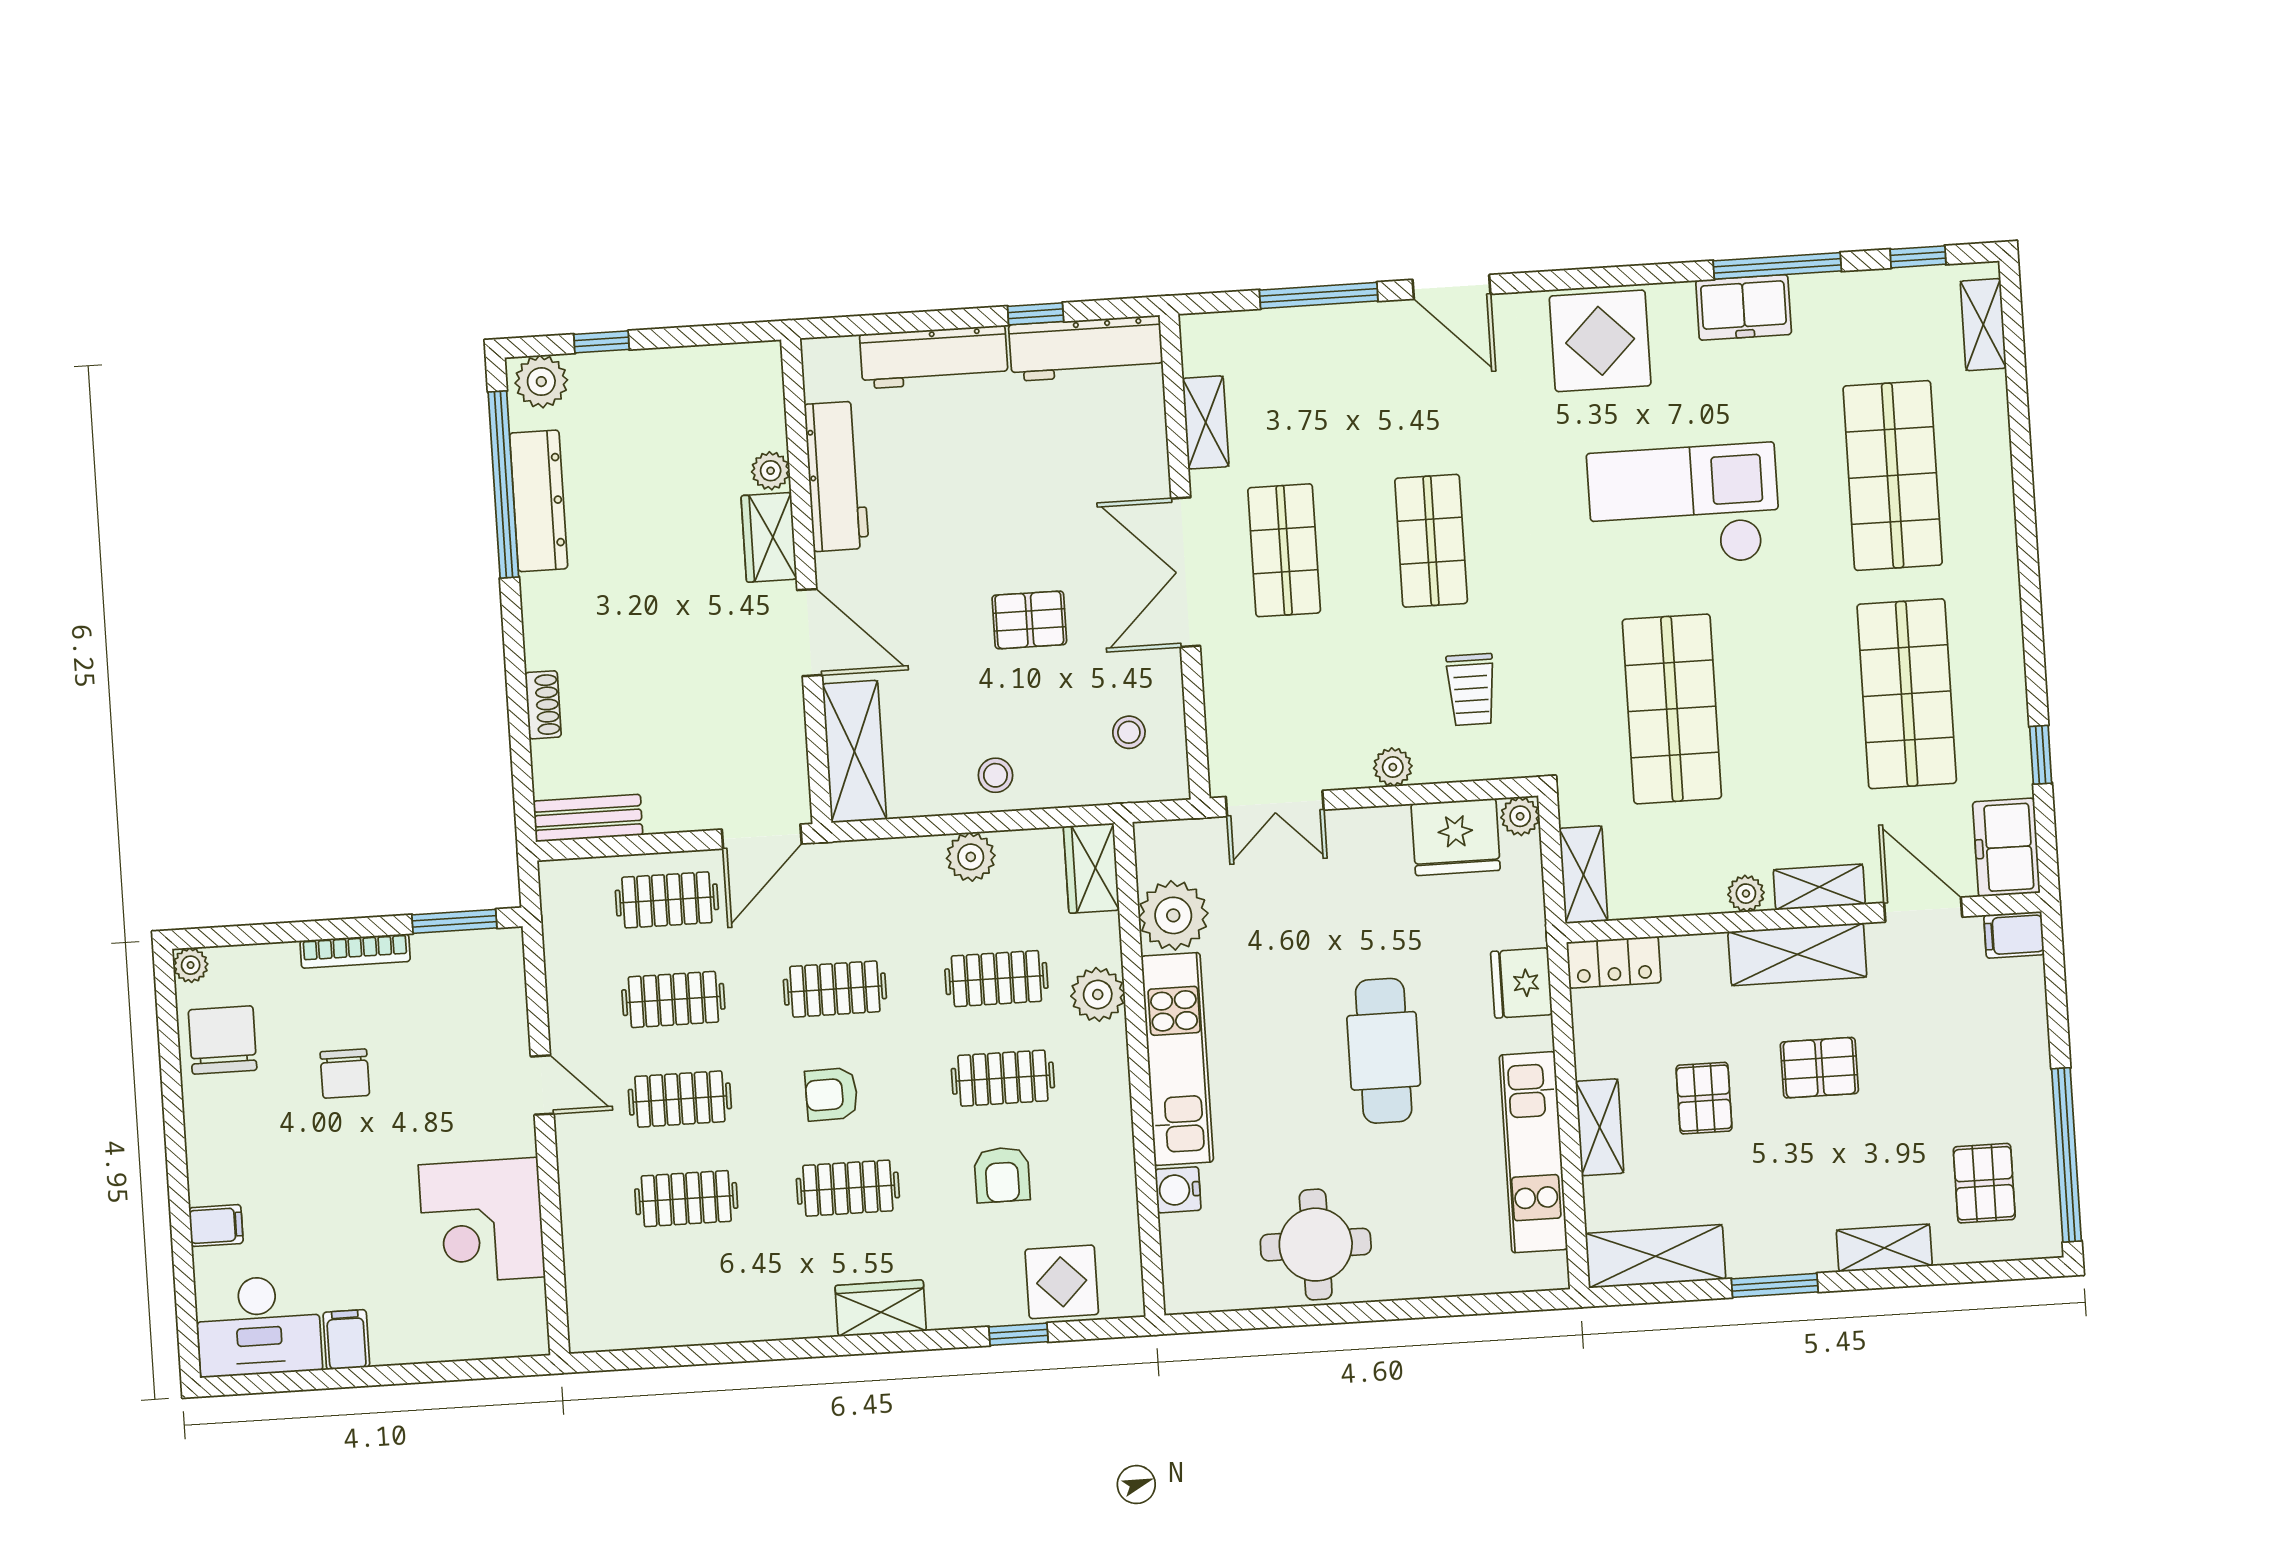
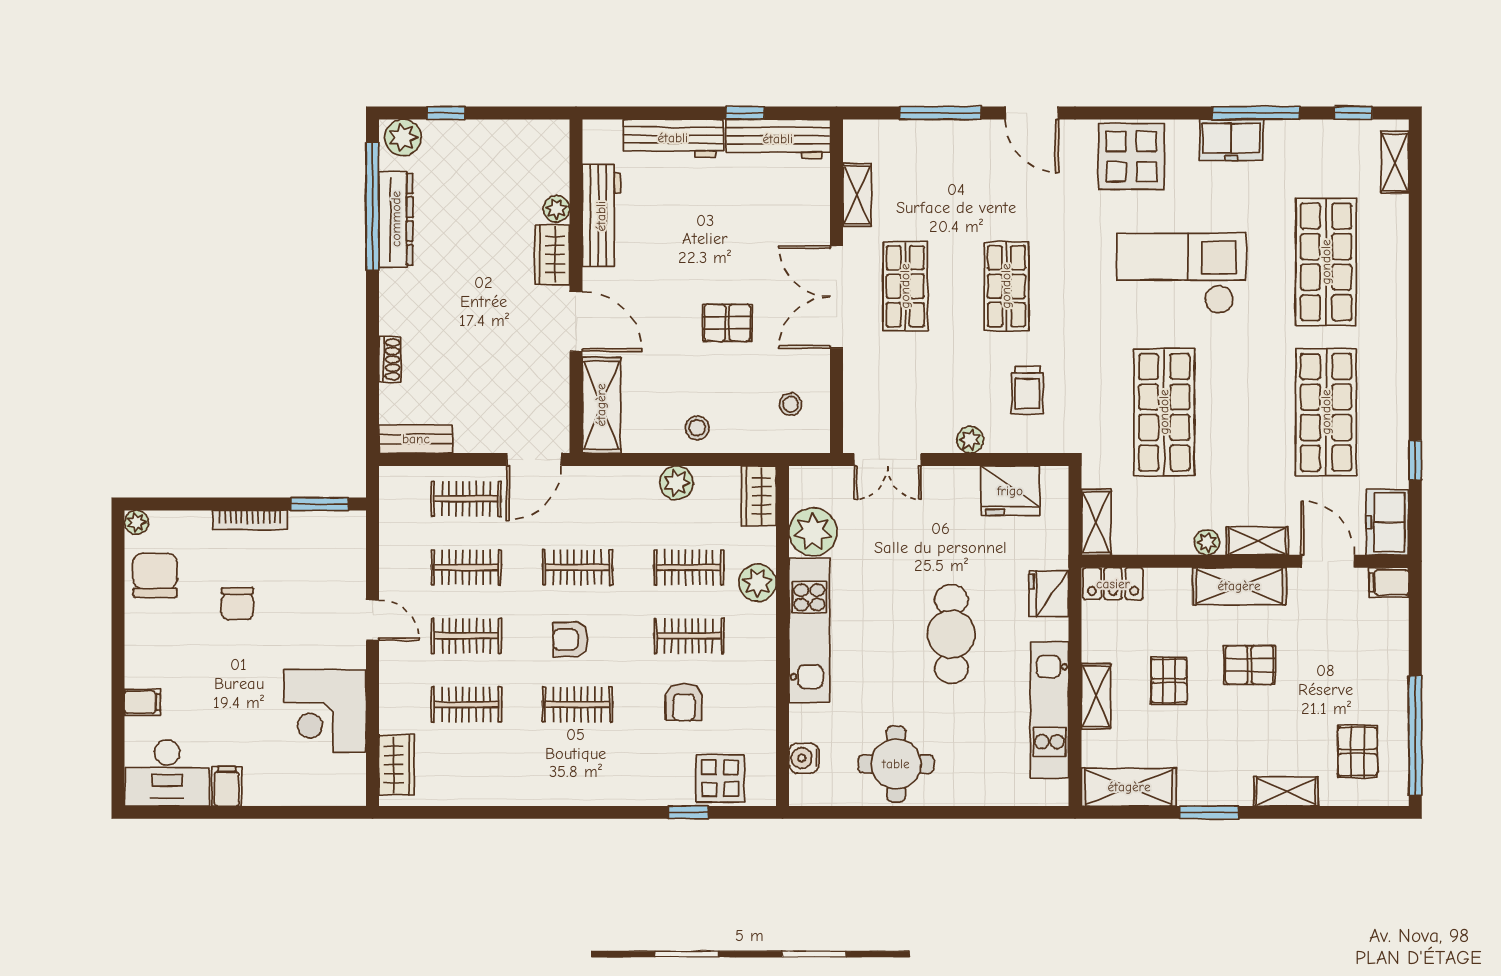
plant: (1520, 816) -> (1055, 479), removed
water cooler: (1178, 1190) -> (804, 758), moved
wardrobe: (881, 1308) -> (396, 765), moved, turned 90

